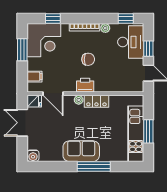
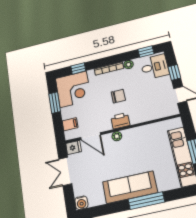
desk: (131, 42) -> (155, 67), width x0.73
locker: (96, 101) -> (135, 133), removed
sofa: (81, 151) -> (130, 187), width x1.36

